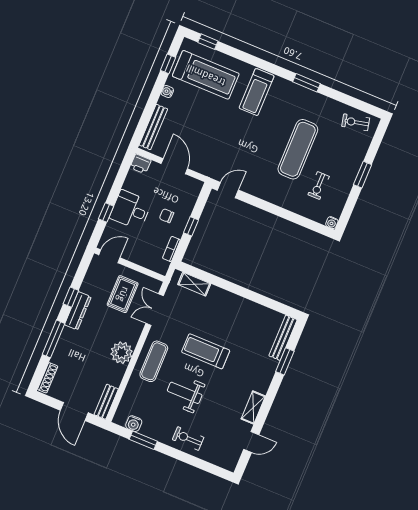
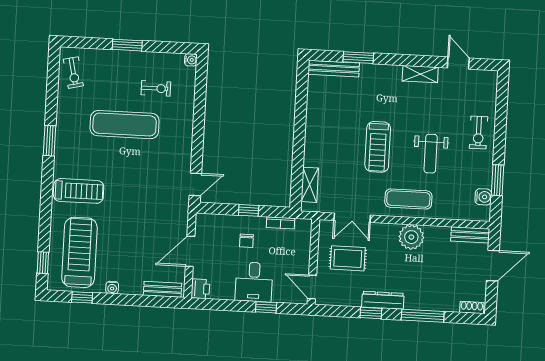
bench: (153, 127) -> (163, 289), width x0.73
door: (228, 190) -> (195, 184), swing flipped
shoe rack: (48, 378) -> (472, 307), width x0.70

